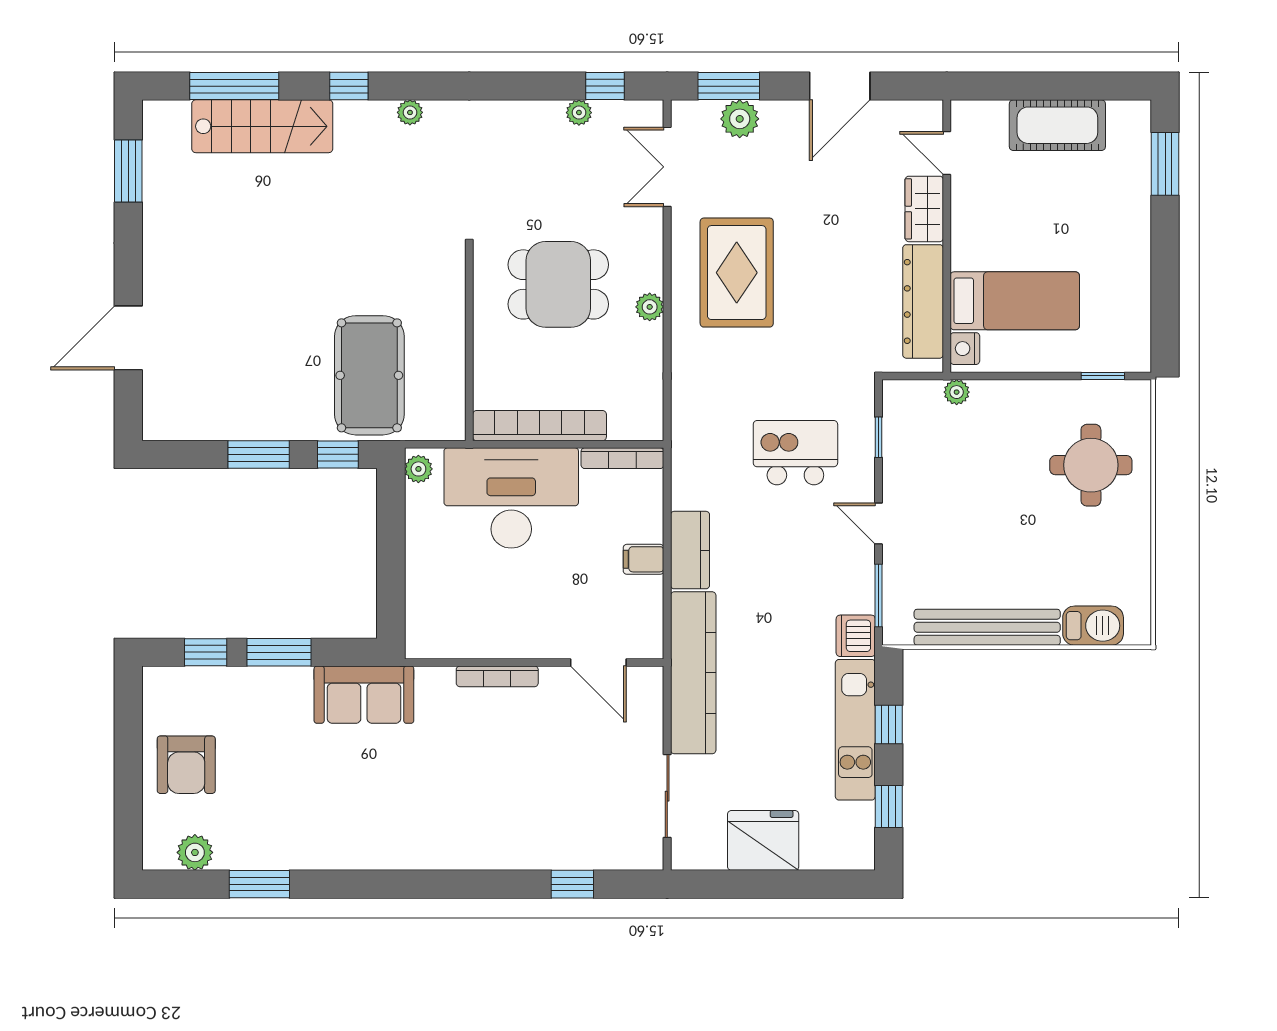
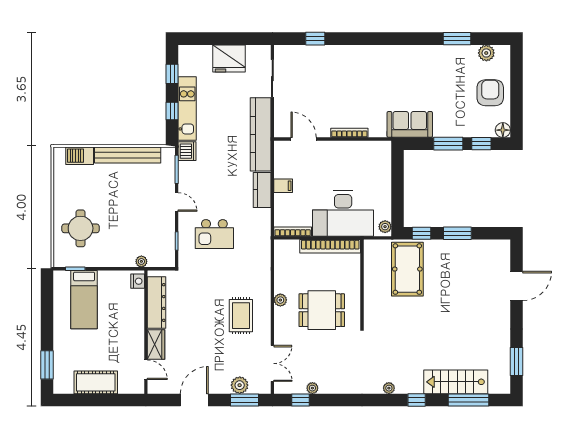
rug: (737, 273) -> (241, 316), width x0.73, depth x0.70
bed: (1015, 301) -> (84, 300), moved, turned -90
floor lamp: (158, 682) -> (503, 130), added

